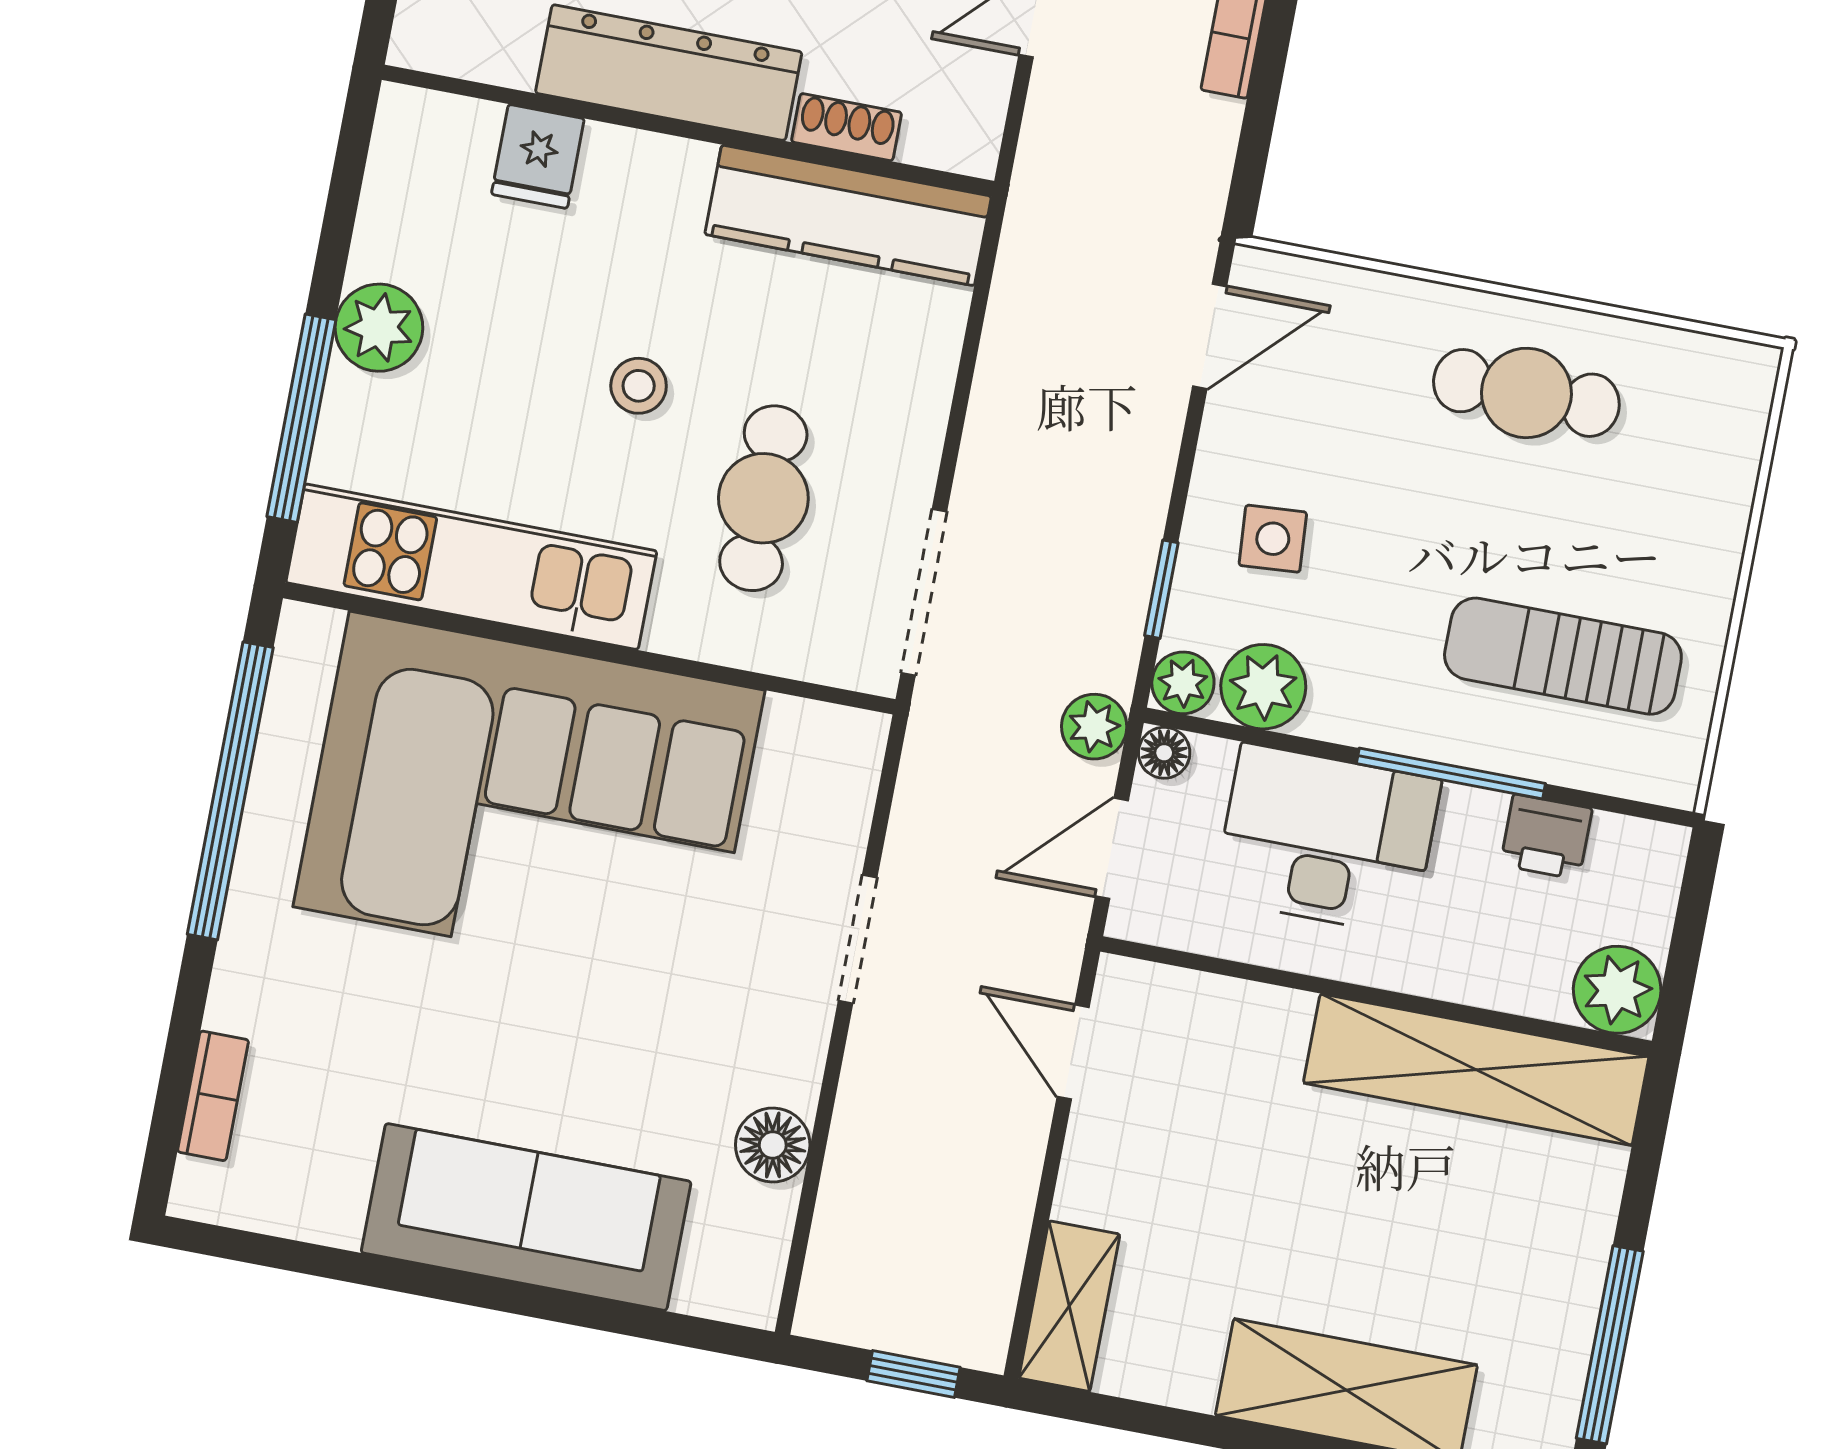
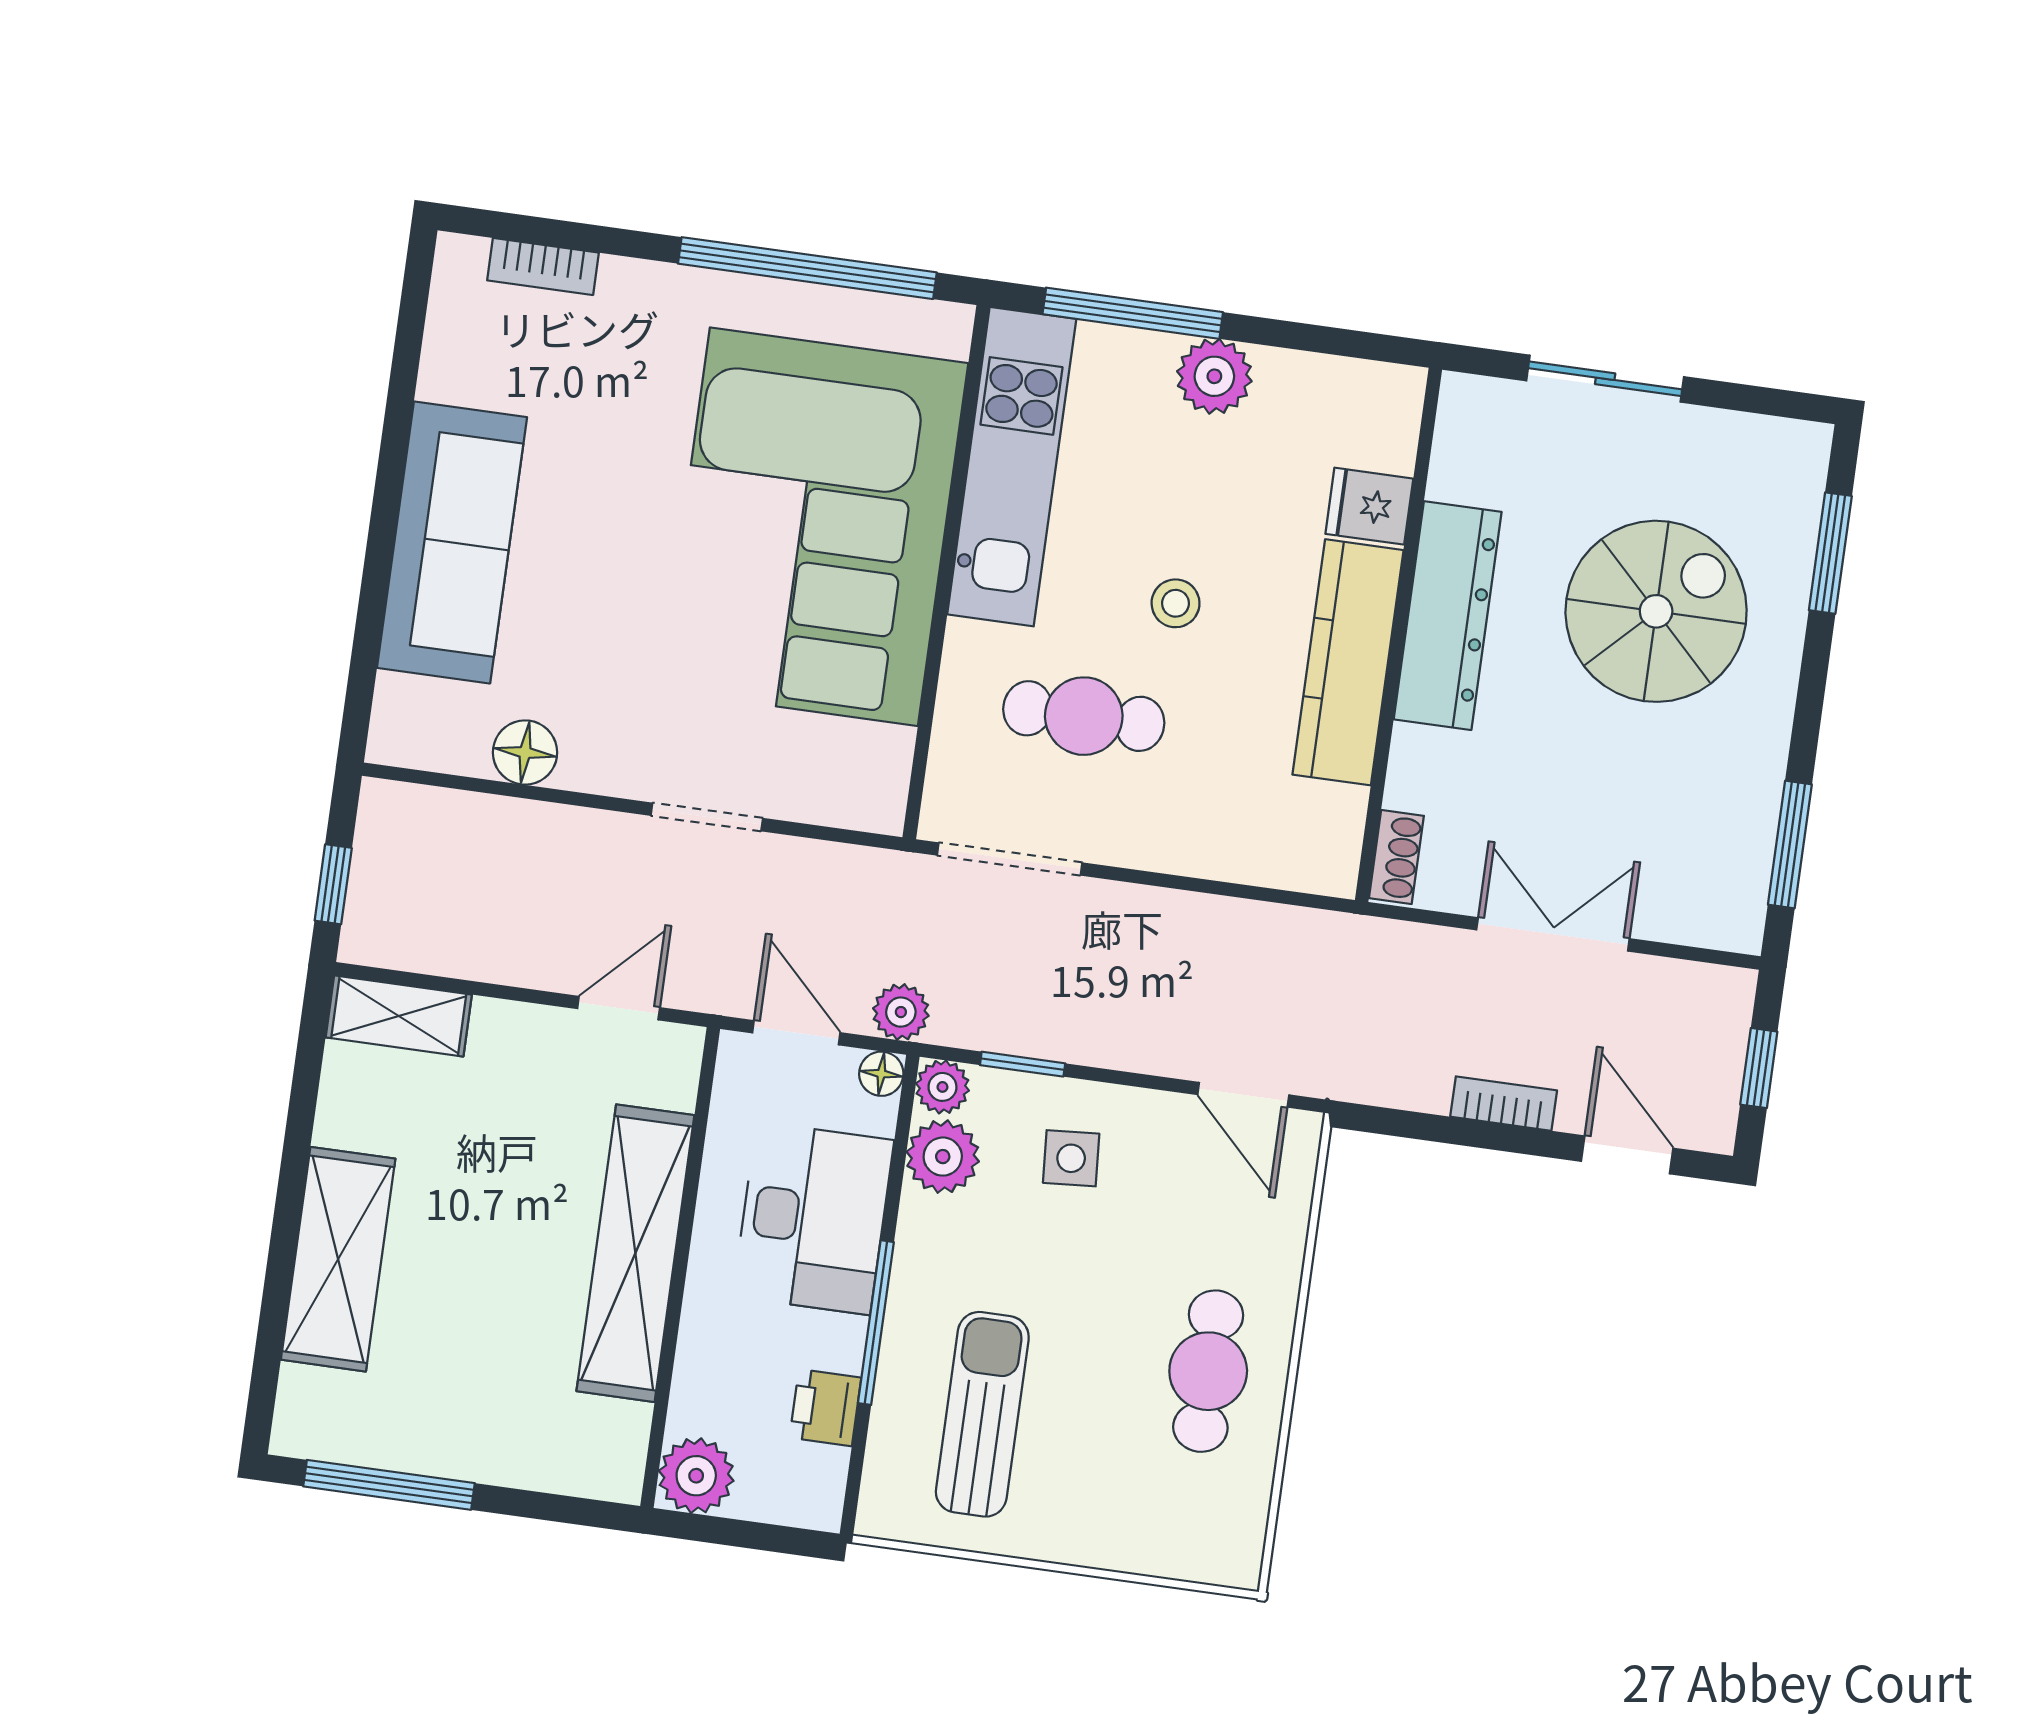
shoe rack: (847, 127) -> (1396, 857), moved
kitchen counter: (848, 215) -> (1348, 662), moved
shelving: (1476, 1070) -> (635, 1253), moved

